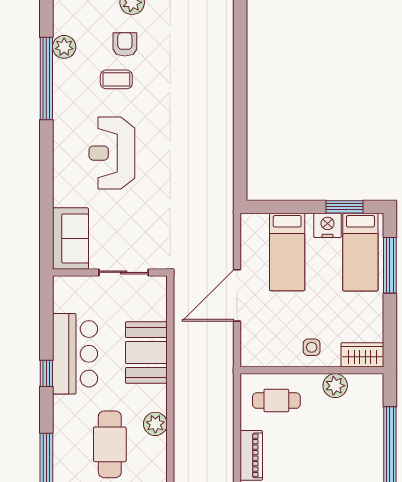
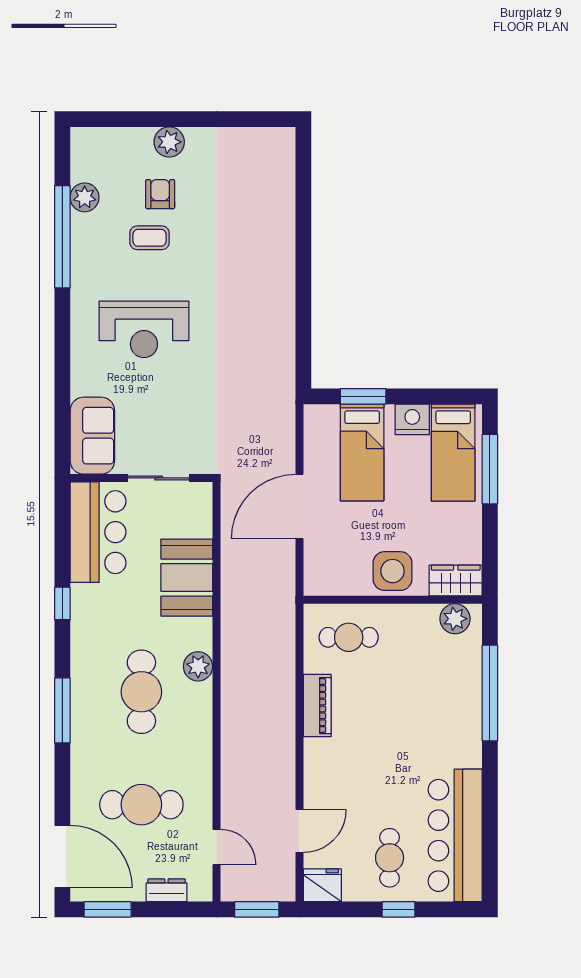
reception desk: (112, 153) -> (144, 329), turned -90
window: (344, 207) -> (363, 396), moved
side table: (312, 347) -> (392, 571), width x1.87, depth x1.87
bar counter: (75, 354) -> (98, 532), moved
plant: (335, 386) -> (455, 619), moved

